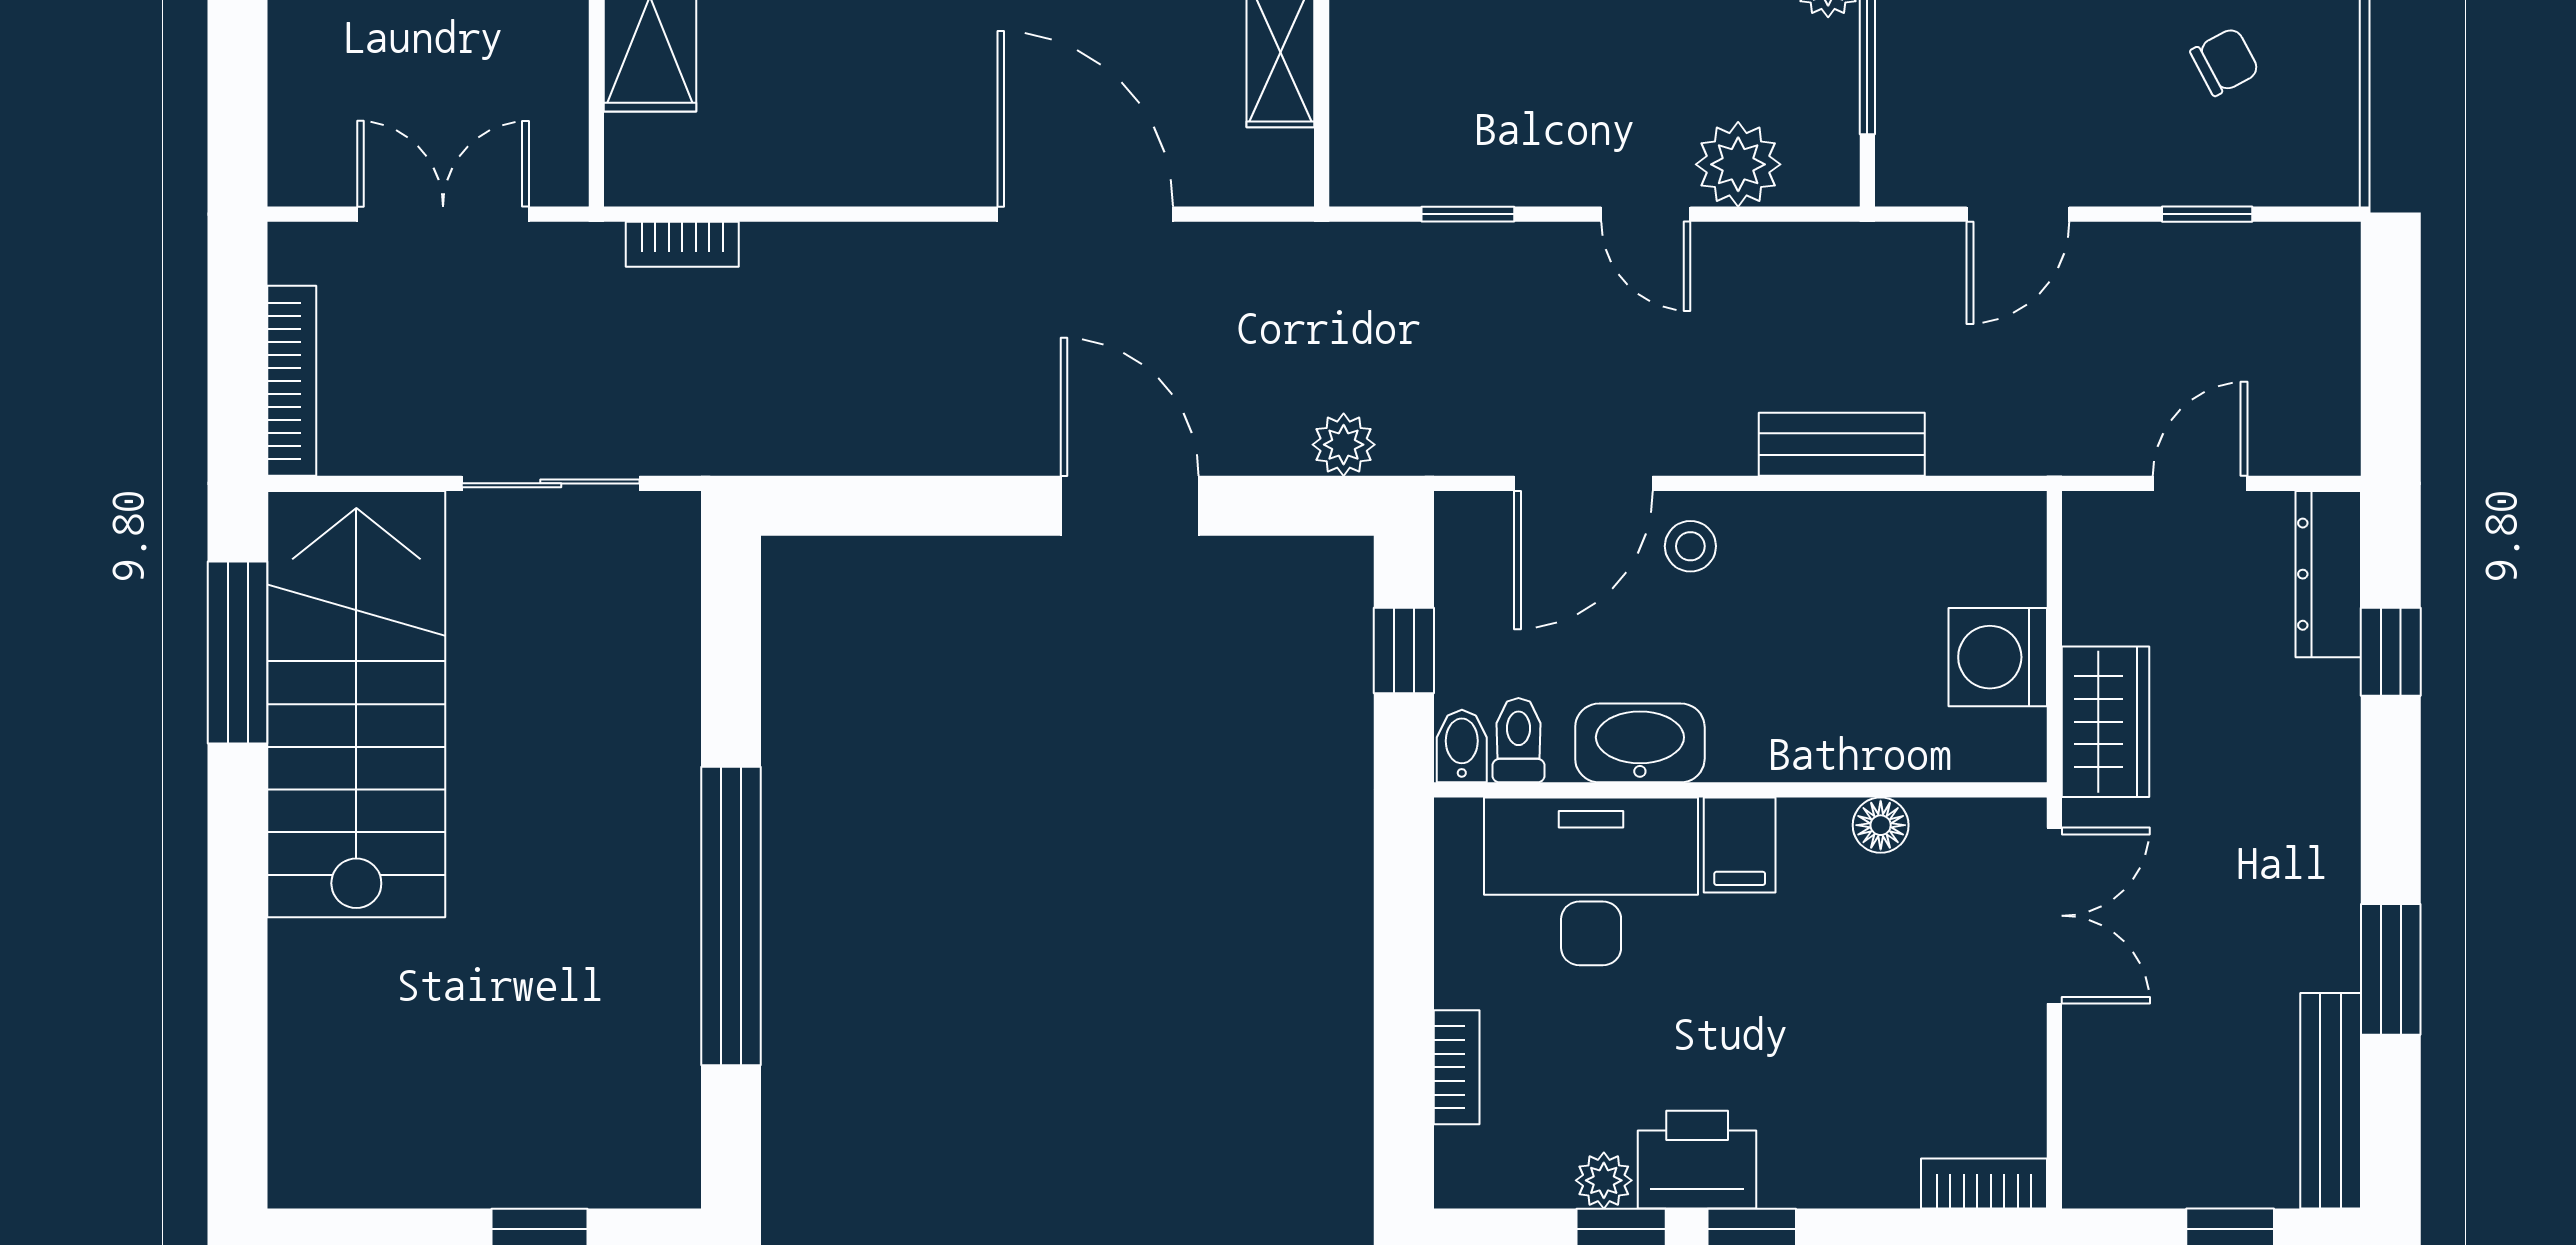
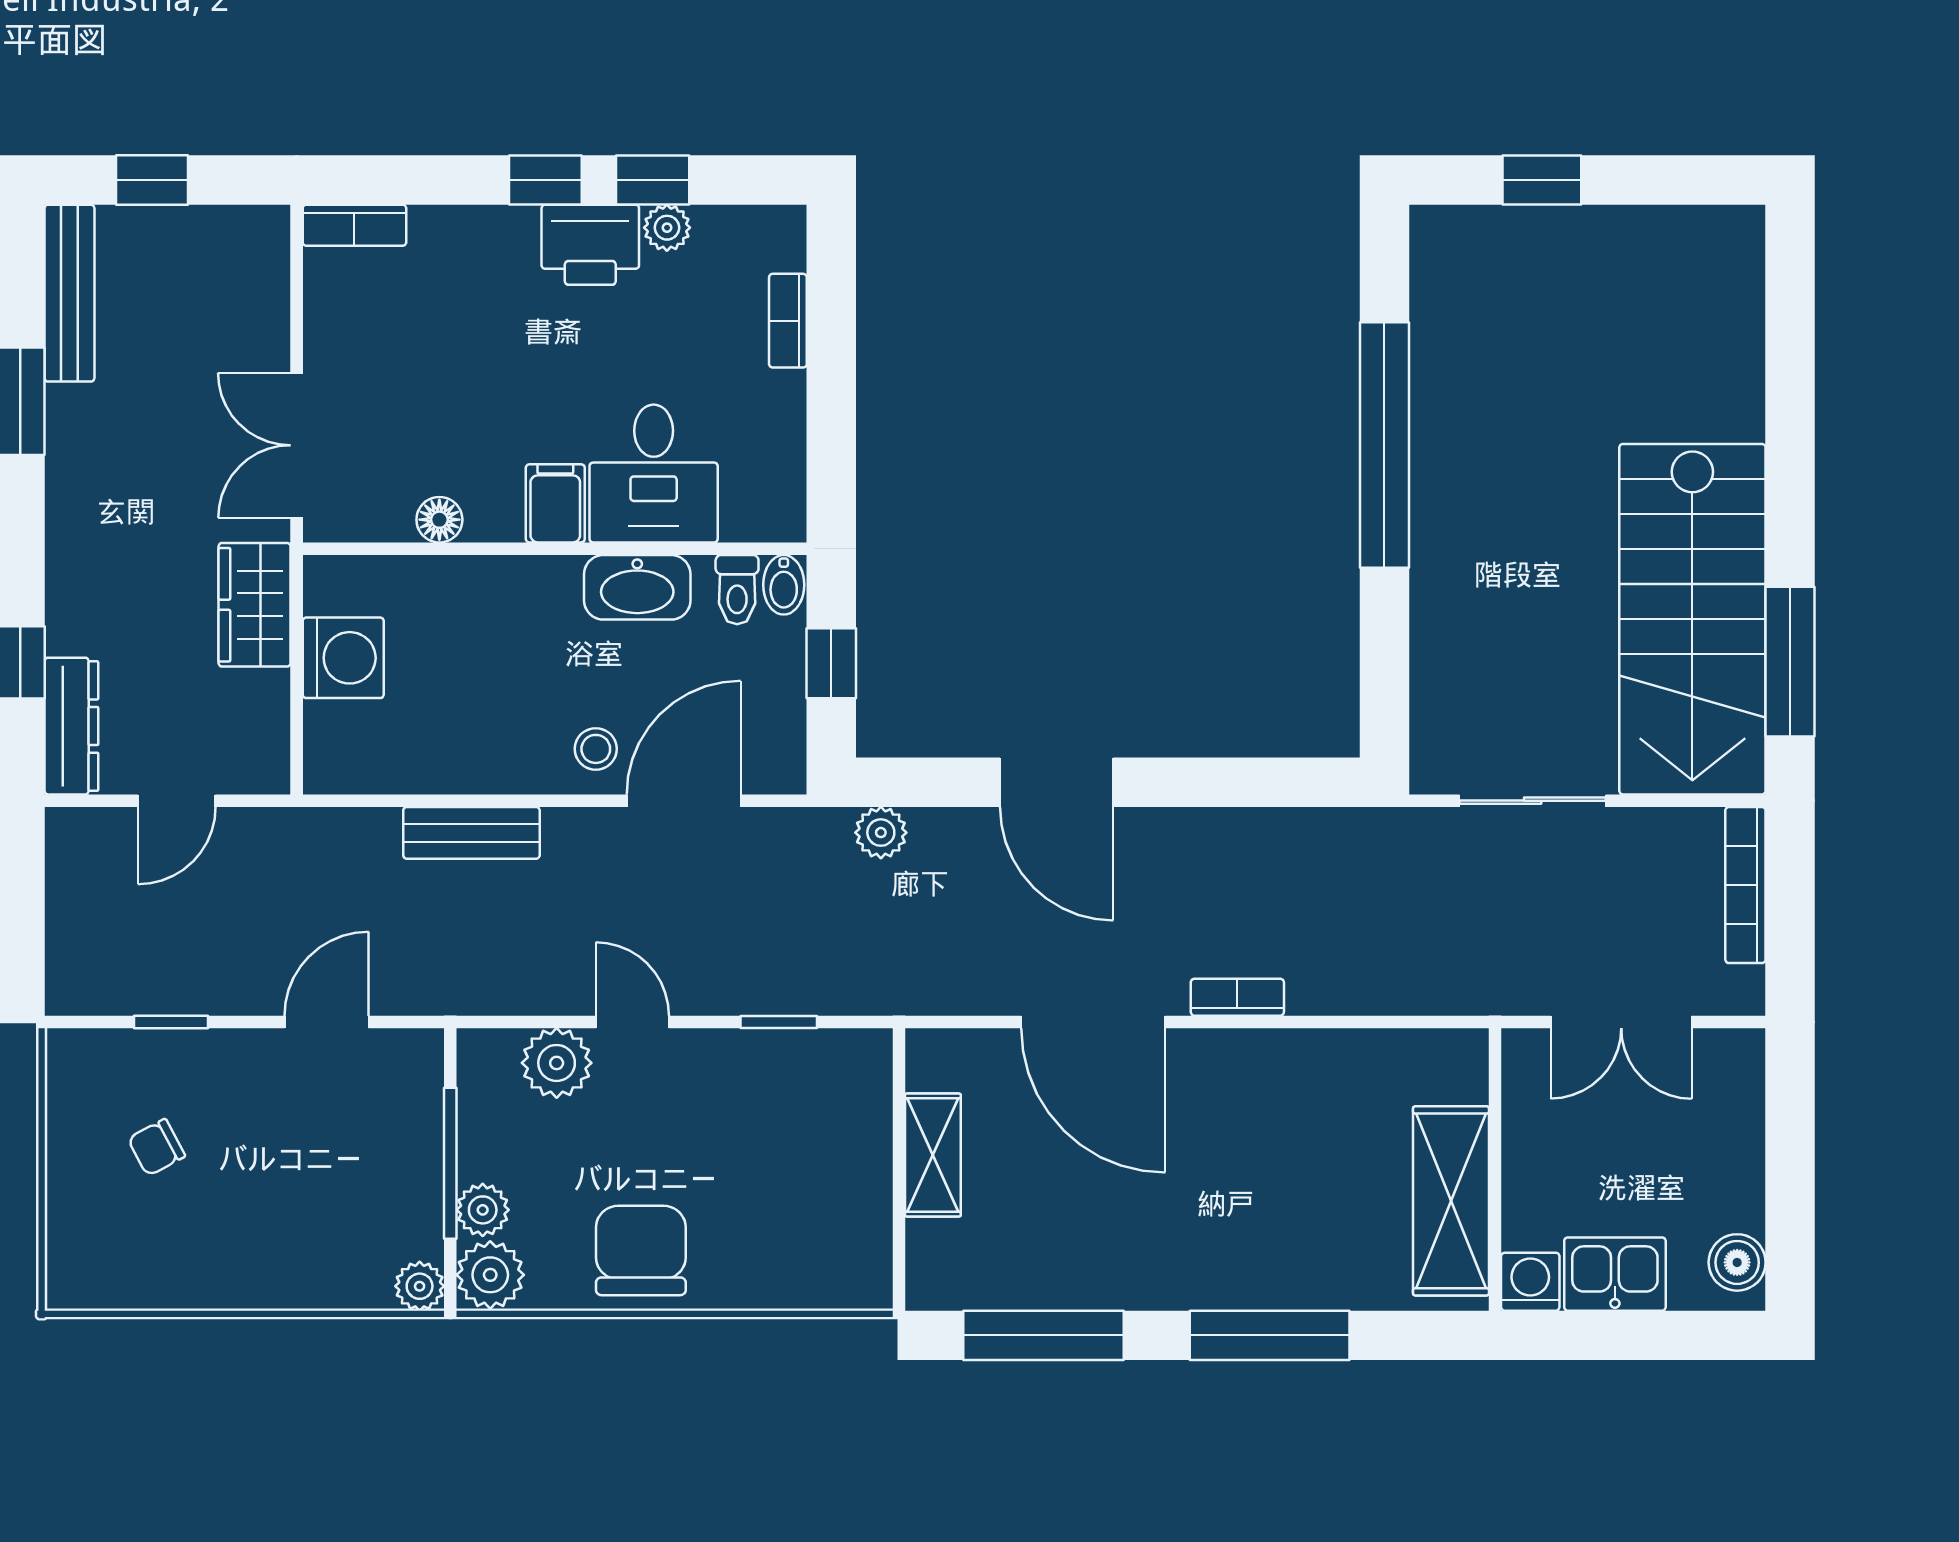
bookcase: (682, 244) -> (1237, 997), moved
desk: (1591, 881) -> (654, 474), width x0.73

